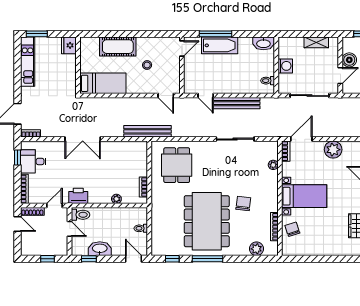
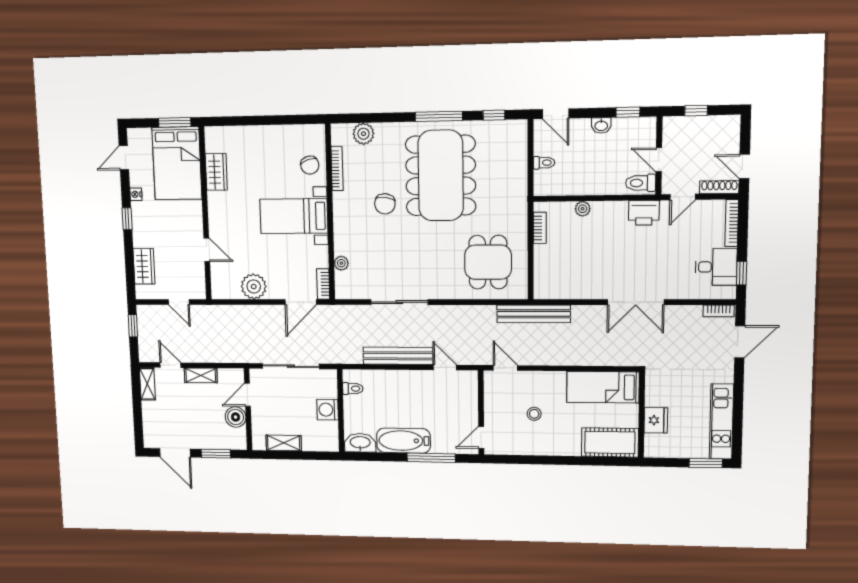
fridge: (69, 45) -> (656, 420), moved
bathtub: (220, 45) -> (403, 441), moved
cot: (118, 47) -> (610, 442), moved
double door: (83, 139) -> (636, 302), swing flipped
washbasin: (100, 249) -> (601, 125), width x0.52, depth x0.69

